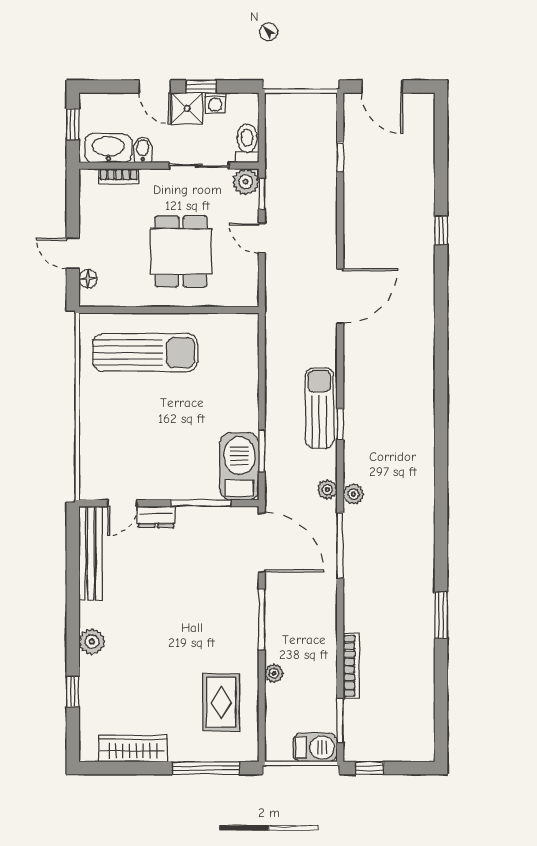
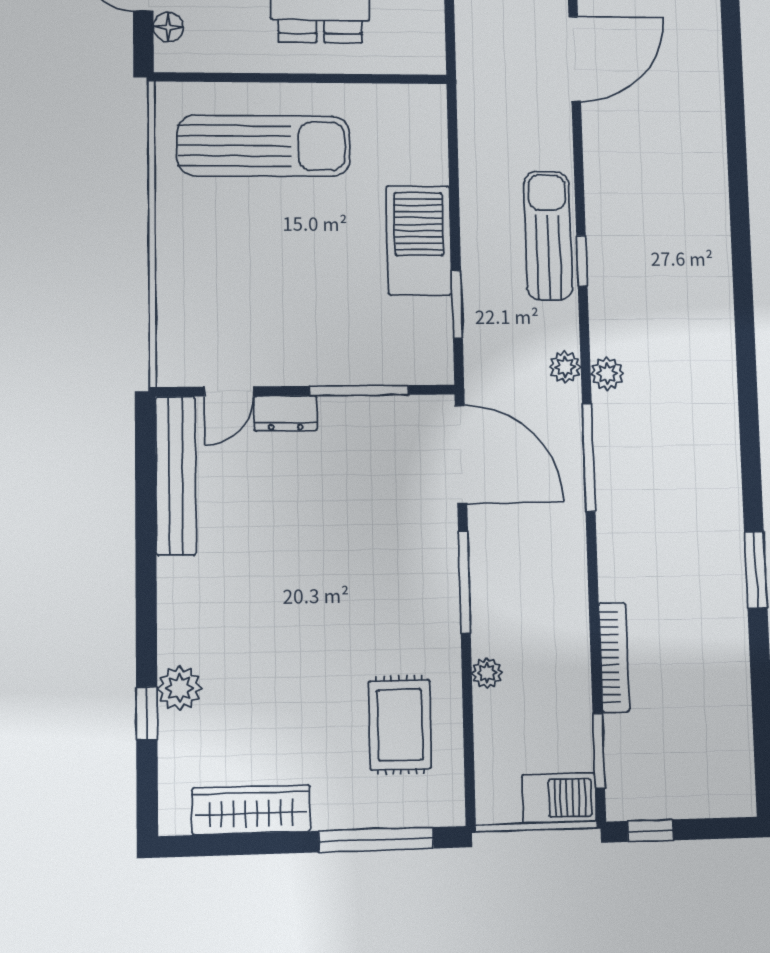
barbecue: (239, 466) -> (419, 240), moved
plant: (92, 642) -> (180, 688), moved

